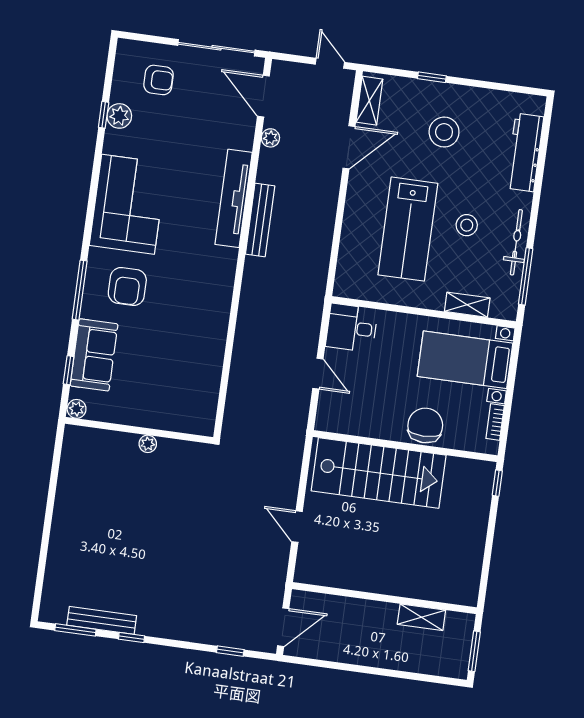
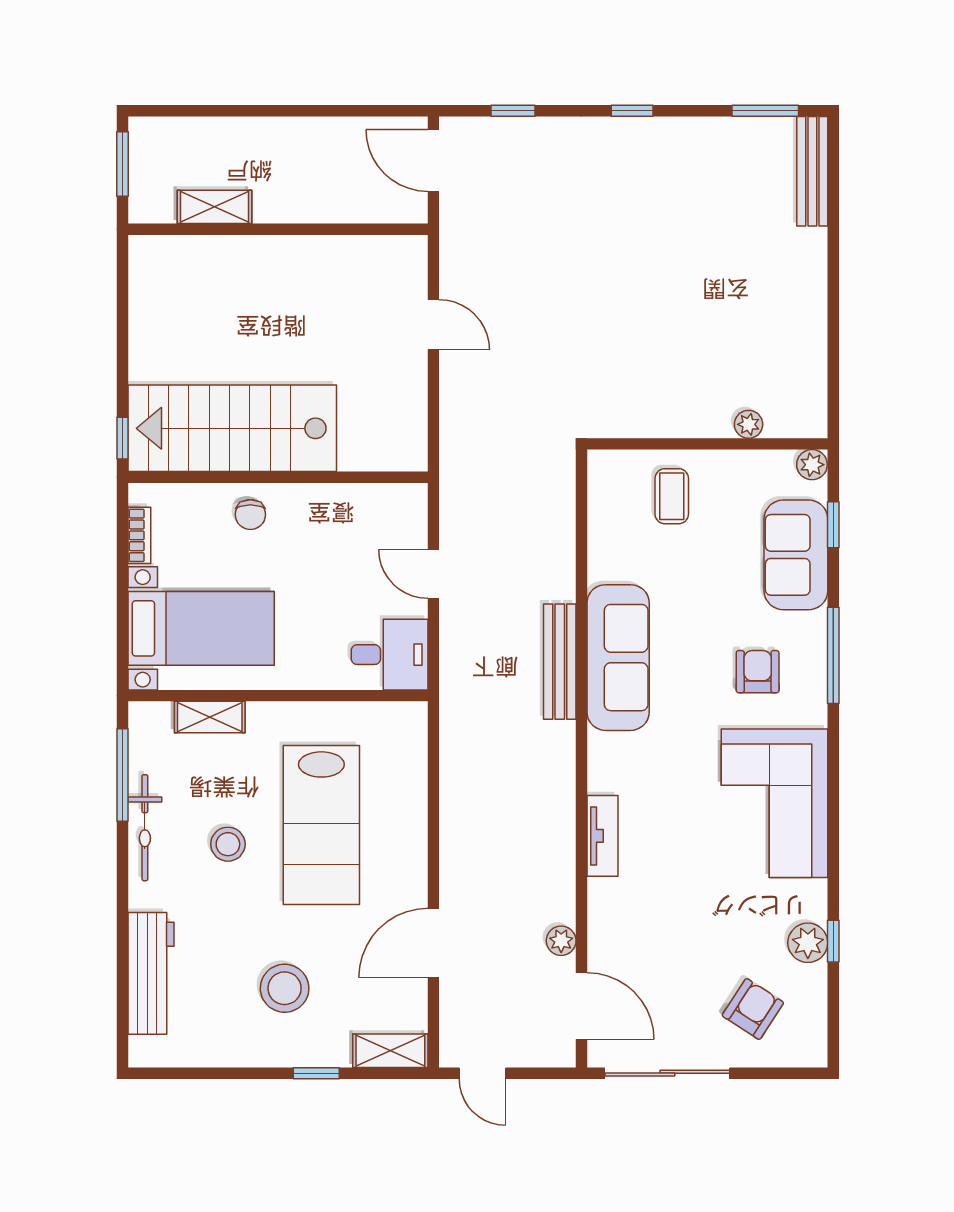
armchair: (159, 80) -> (753, 1009), turned 123
shelving: (369, 101) -> (390, 1051), moved, turned 90
tv unit: (234, 198) -> (602, 836), width x0.52, depth x0.78
bench: (260, 220) -> (560, 662), moved
lab bench: (408, 229) -> (321, 825), turned 180
armchair: (127, 287) -> (758, 672), width x0.72, depth x0.72
sofa: (212, 307) -> (618, 658), added
coffee table: (165, 401) -> (672, 496), added
chair: (425, 425) -> (250, 515), width x0.54, depth x0.54
plant: (148, 444) -> (749, 424), moved
stairs: (379, 473) -> (232, 428), moved
bench: (102, 620) -> (812, 171), moved, turned 90
door: (283, 627) -> (433, 161), hinge flipped
window: (132, 638) -> (632, 111), moved

